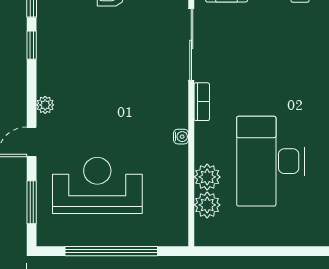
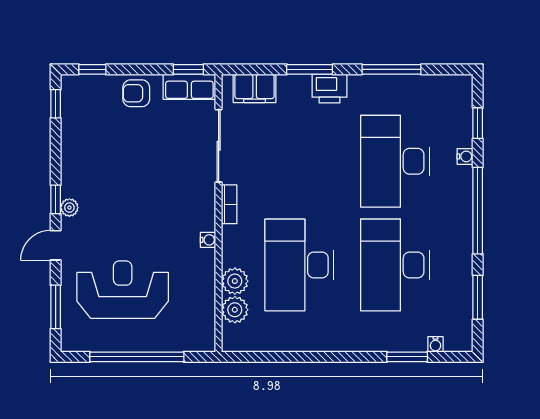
window: (32, 45) -> (56, 199), moved

